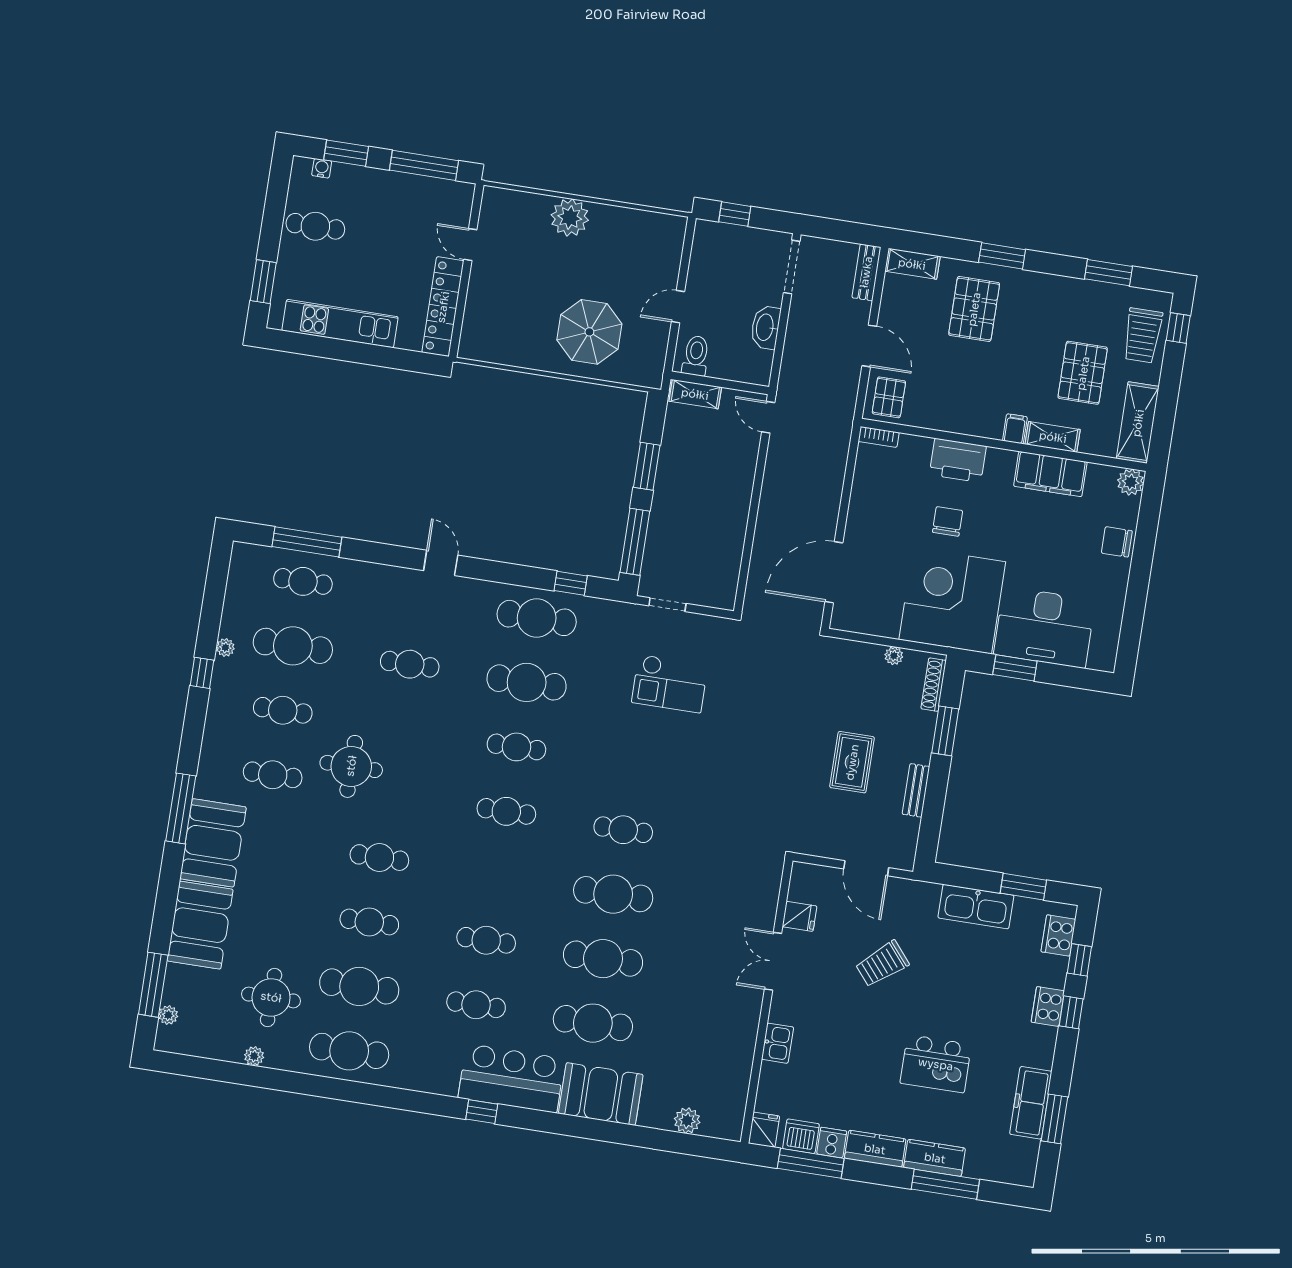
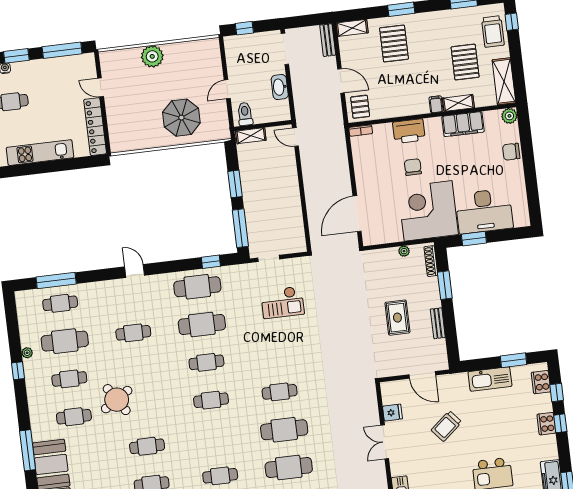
round table: (351, 766) -> (117, 400), turned -33

